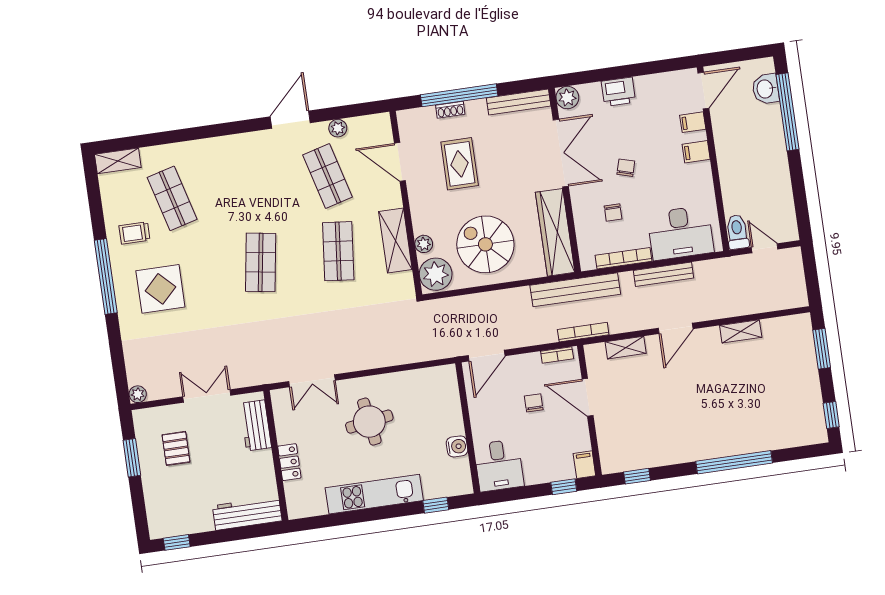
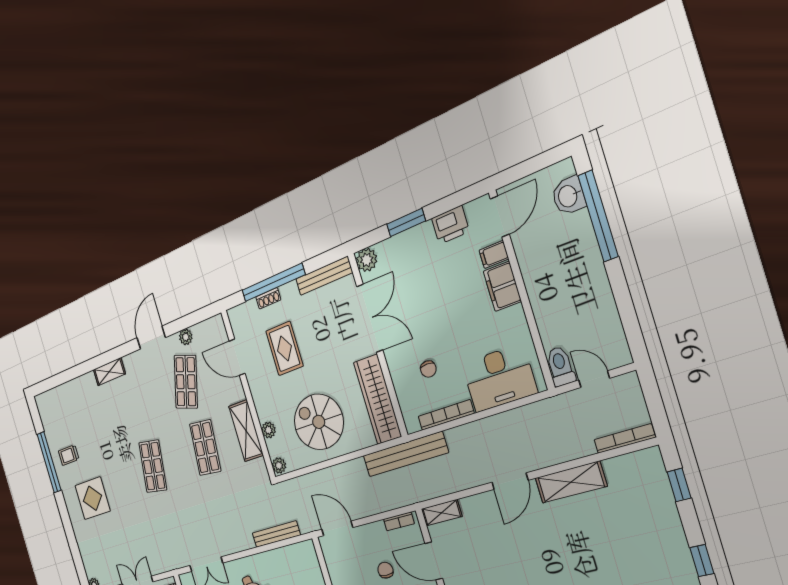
window: (614, 73) -> (406, 222), added
printer: (618, 92) -> (450, 225), moved
filing cabinet: (696, 152) -> (502, 286), width x2.00
shelving: (118, 161) -> (109, 372), moved
chair: (626, 168) -> (433, 320), removed
shop shelf: (327, 176) -> (186, 382), turned 33
shop shelf: (172, 198) -> (86, 422), removed
plant: (436, 274) -> (279, 466), width x0.53, depth x0.53
bench: (664, 274) -> (276, 534), moved
window: (106, 277) -> (49, 462), moved
shelving: (741, 331) -> (571, 482), width x1.50, depth x1.33
bookcase: (583, 332) -> (624, 439), moved
shelving: (626, 348) -> (442, 513), moved
window: (822, 349) -> (679, 485), width x0.67
door: (487, 356) -> (337, 528), swing flipped

